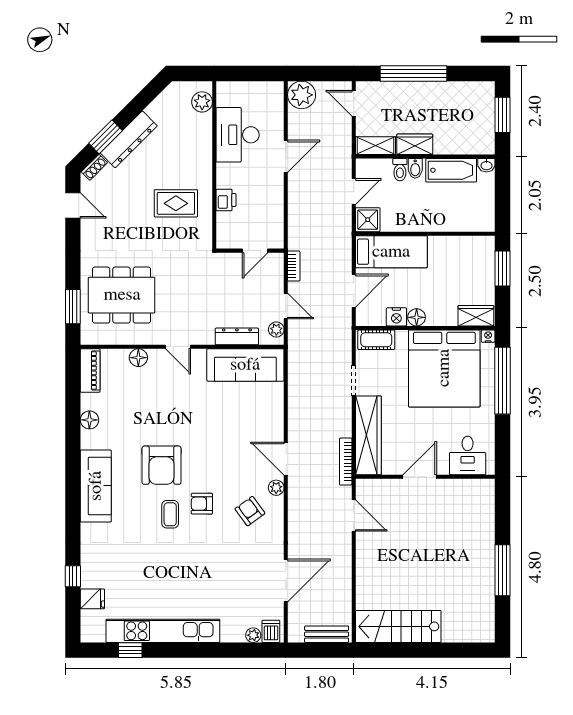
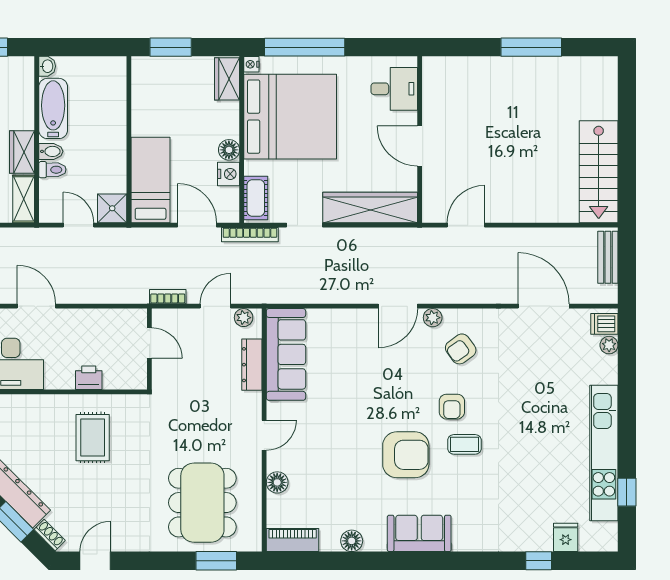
bookcase: (346, 462) -> (250, 235), moved
sofa: (96, 486) -> (419, 533), width x0.73

